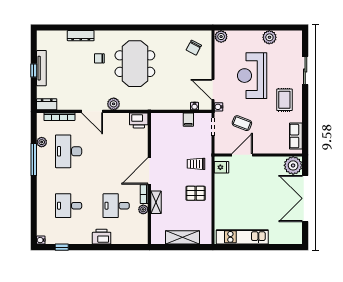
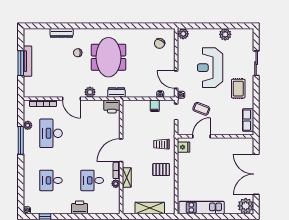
window: (34, 71) -> (21, 63), width x2.17
dresser: (47, 104) -> (116, 93), moved
plant: (293, 165) -> (246, 206), moved

